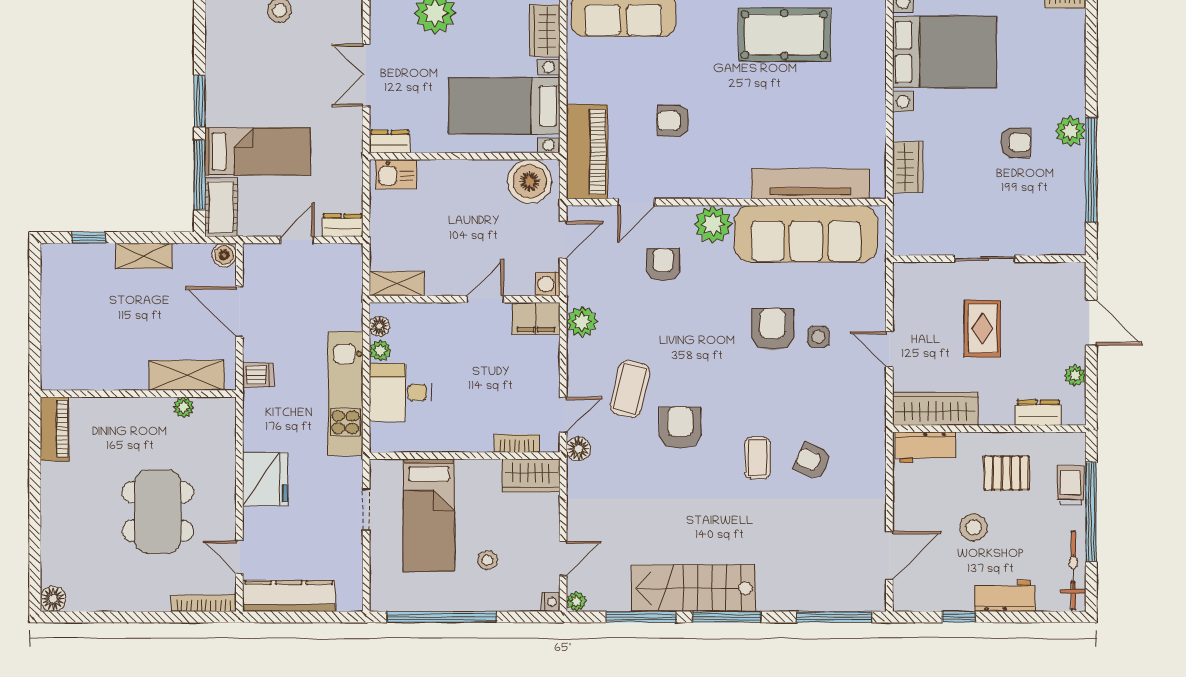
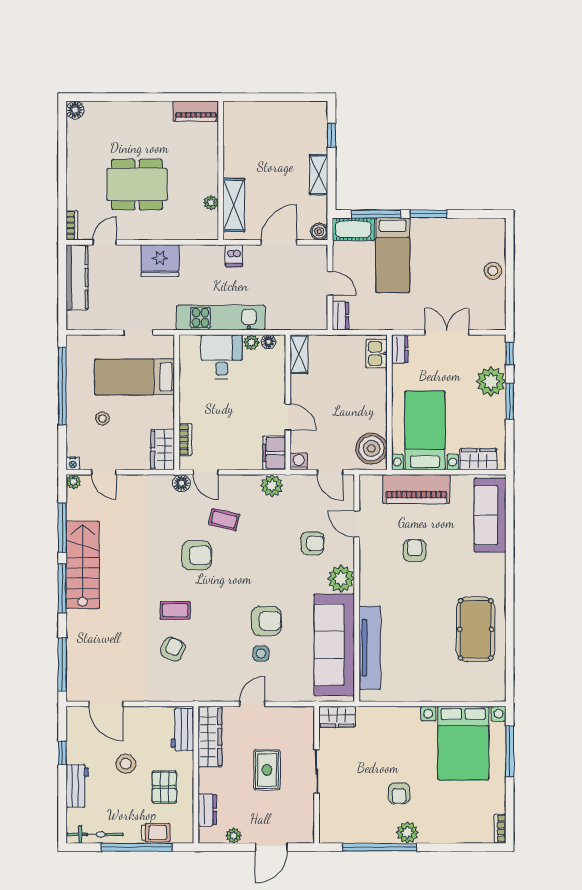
piano: (587, 152) -> (416, 489), moved
wardrobe: (907, 167) -> (337, 717), moved
rug: (982, 329) -> (267, 770), turned 90
coffee table: (630, 389) -> (224, 520), width x0.73, depth x0.77
bookcase: (204, 603) -> (72, 225), width x0.64

